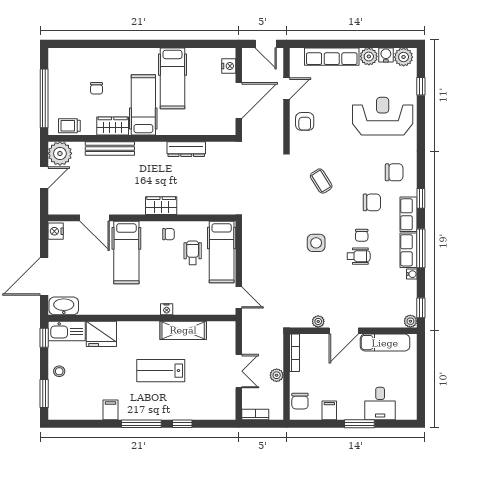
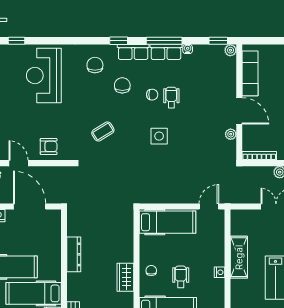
wheelchair: (193, 253) -> (181, 277), moved, turned 90

